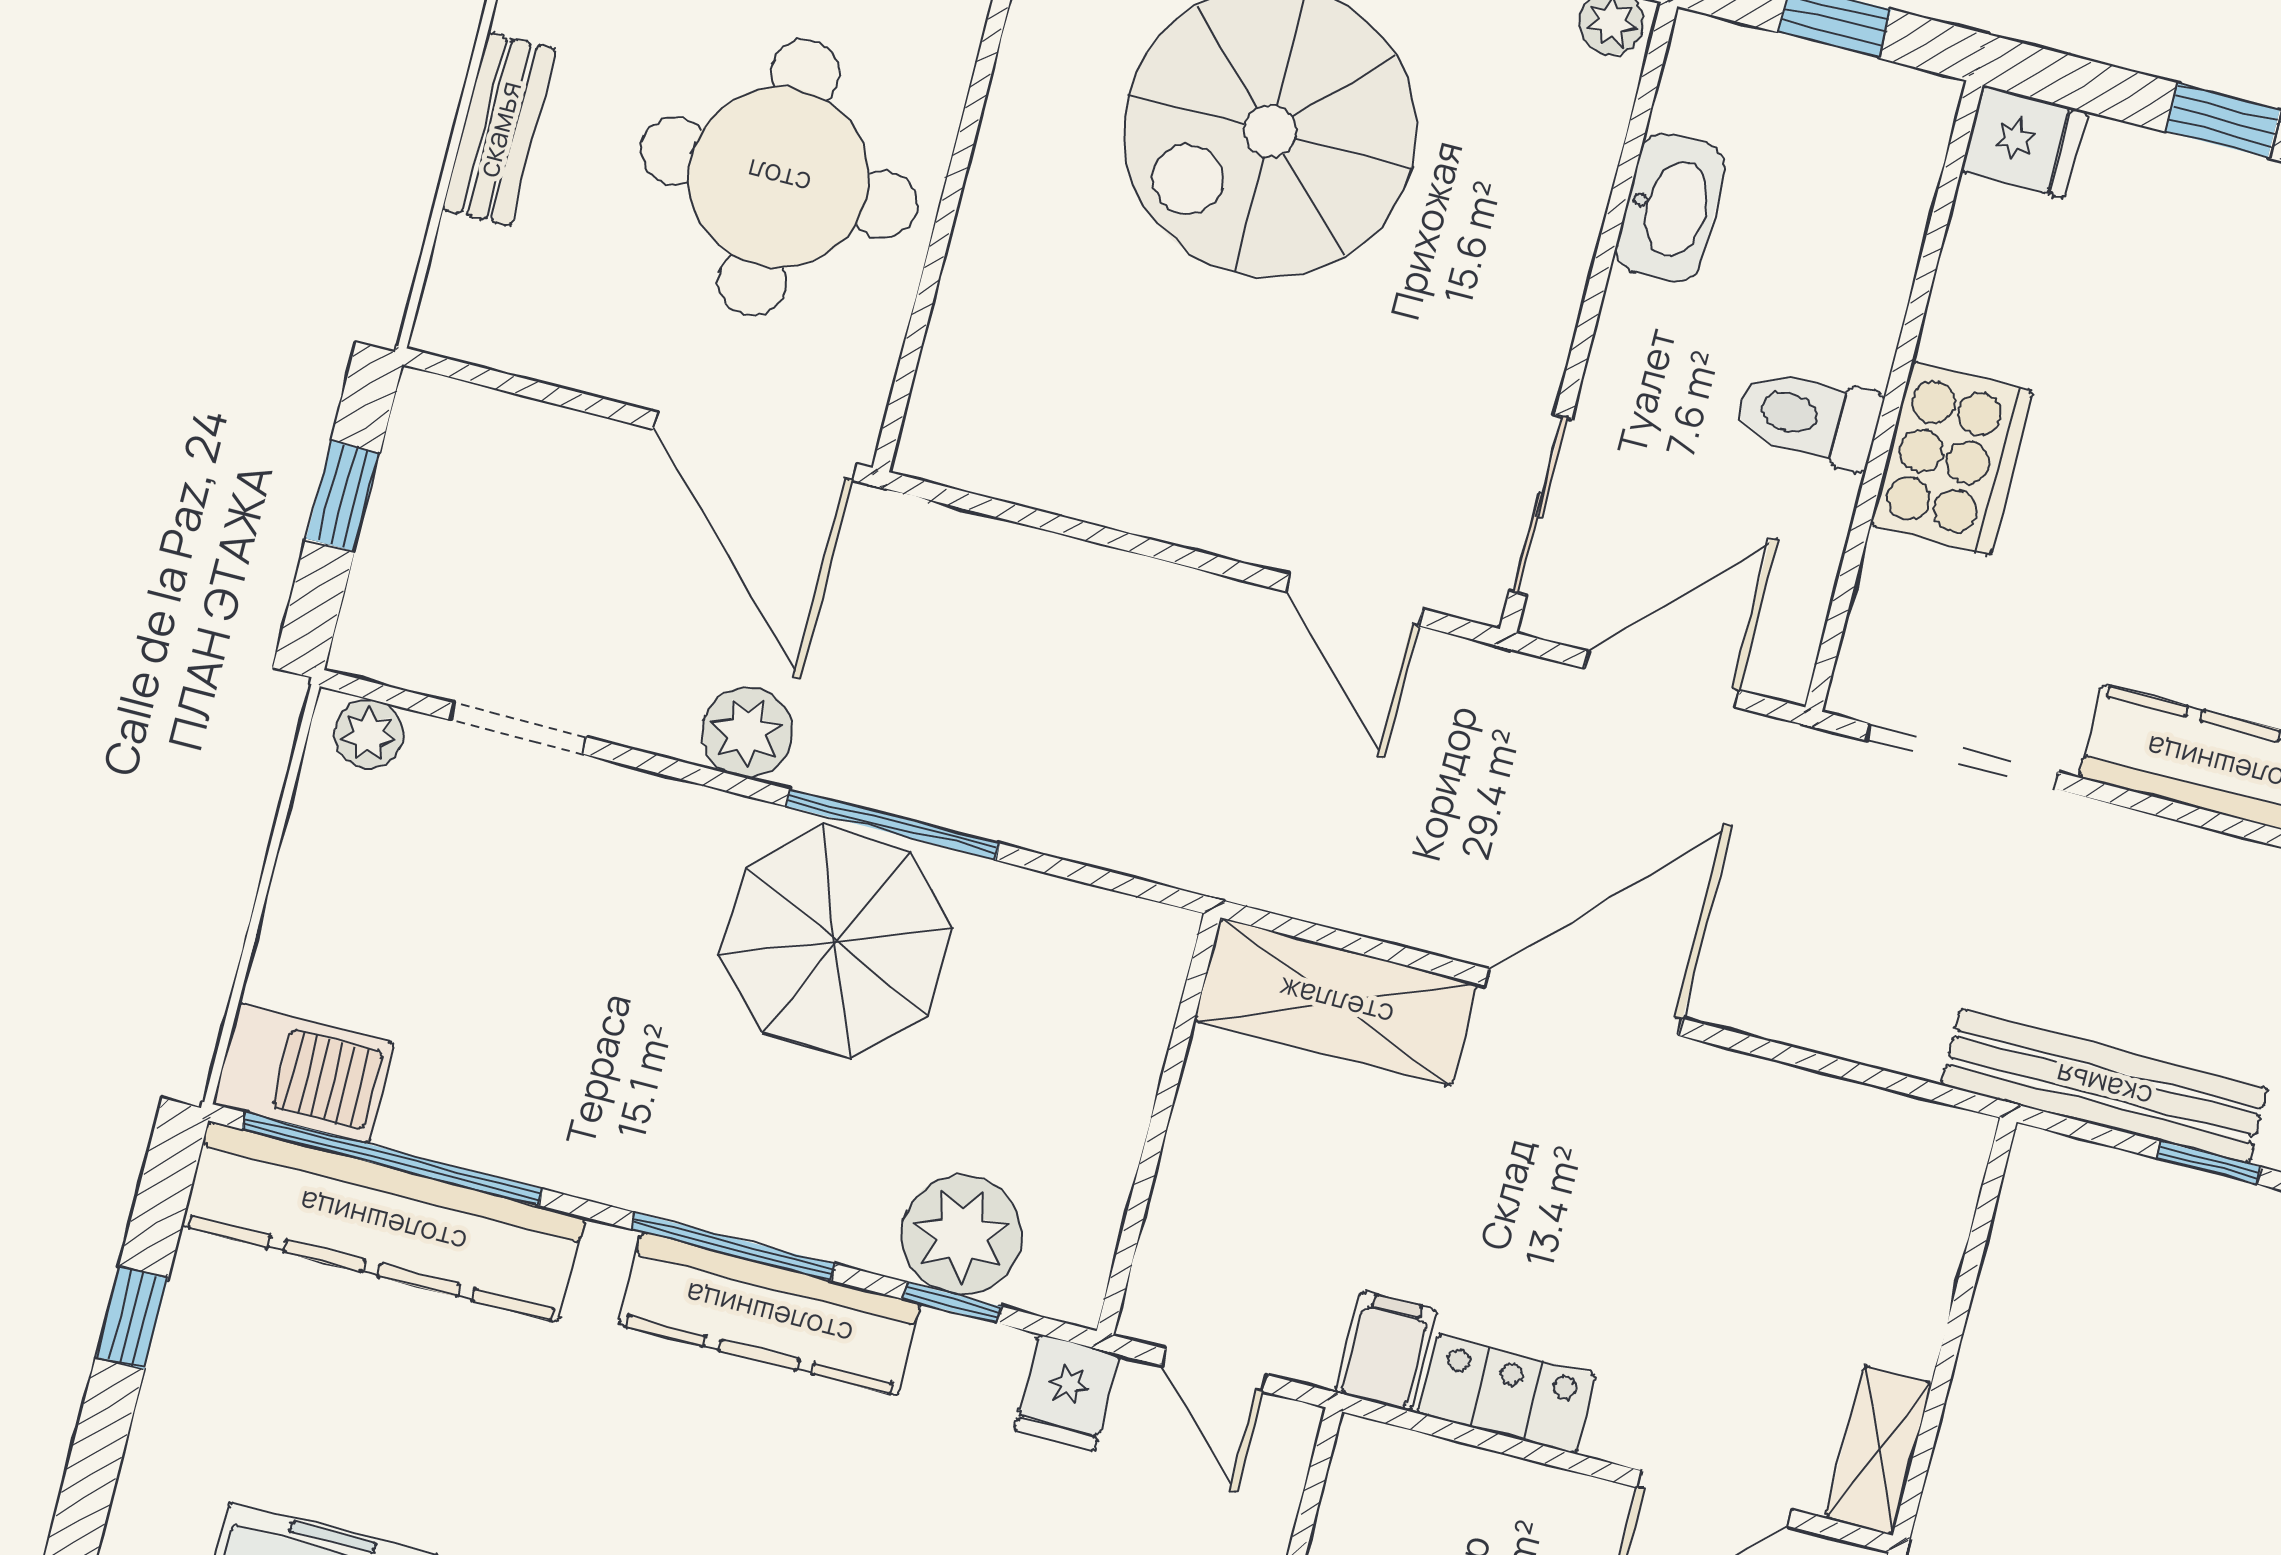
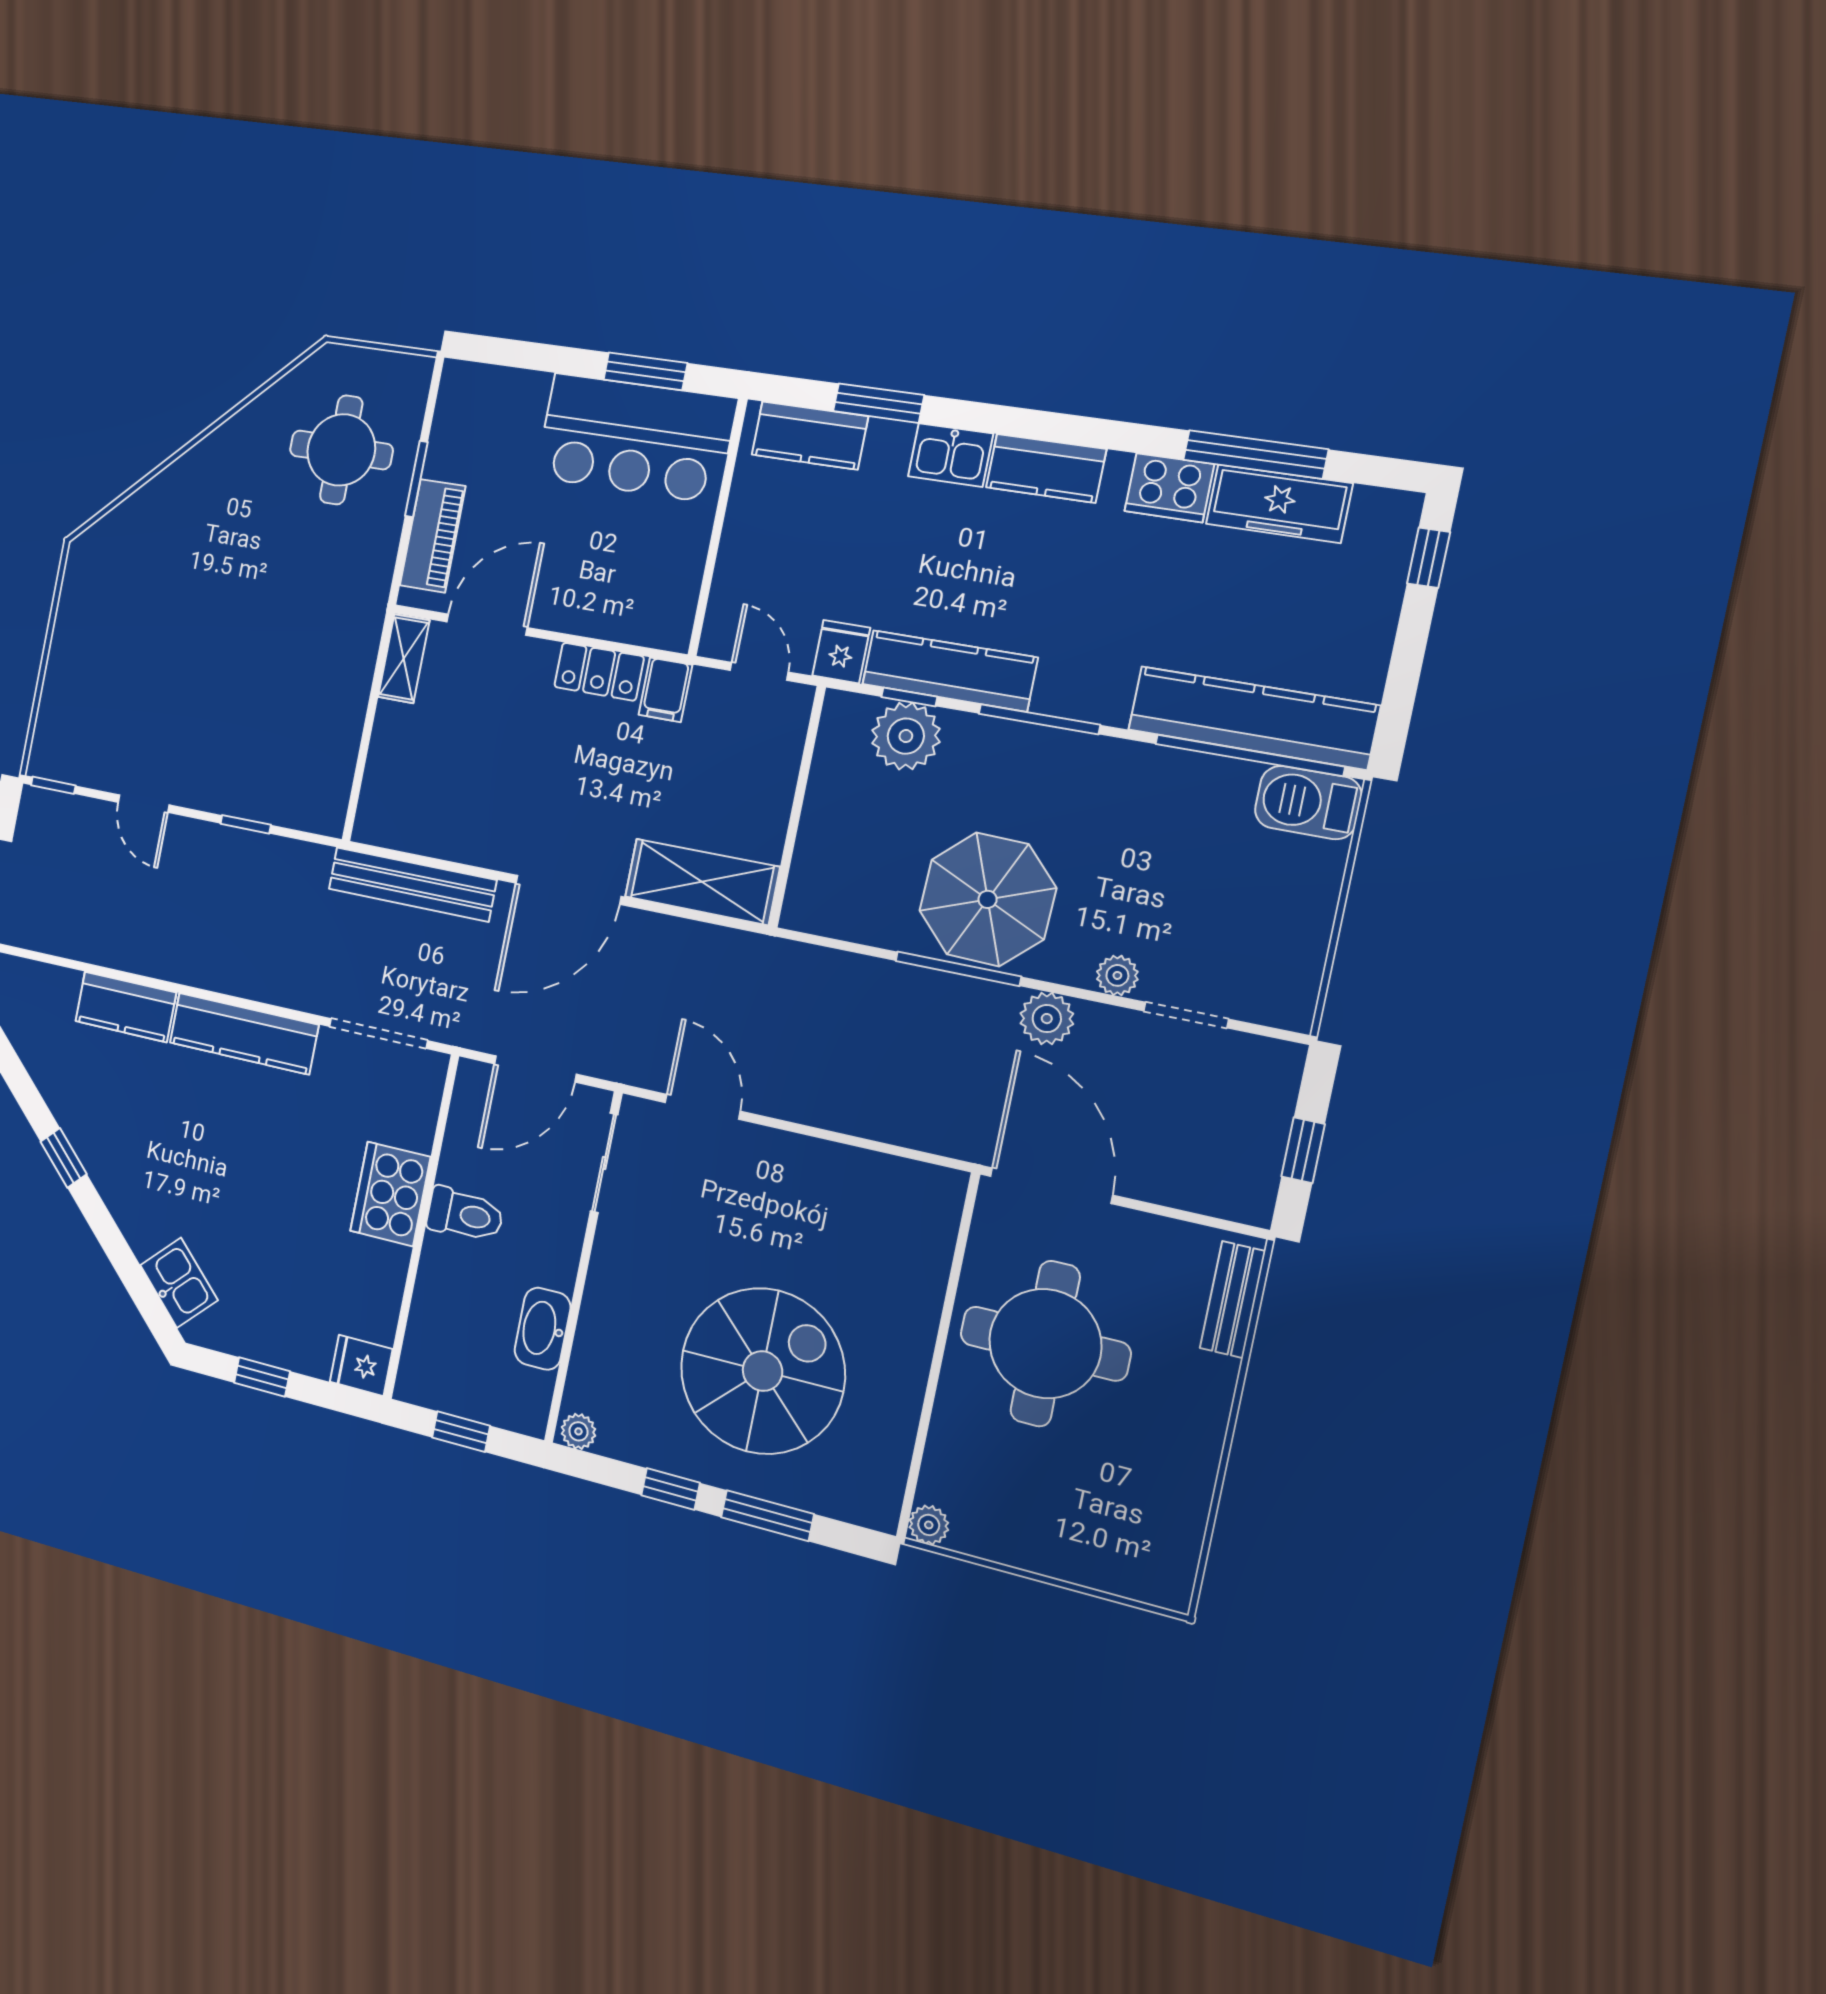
bench: (499, 129) -> (1233, 1300), moved
plant: (369, 734) -> (1117, 975), moved
bench: (2104, 1086) -> (412, 884), moved
kitchen counter: (769, 1314) -> (950, 671), moved
window: (132, 1318) -> (1428, 558), moved

